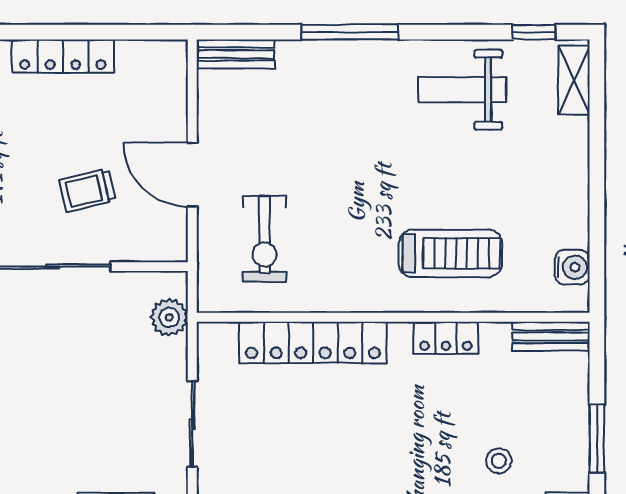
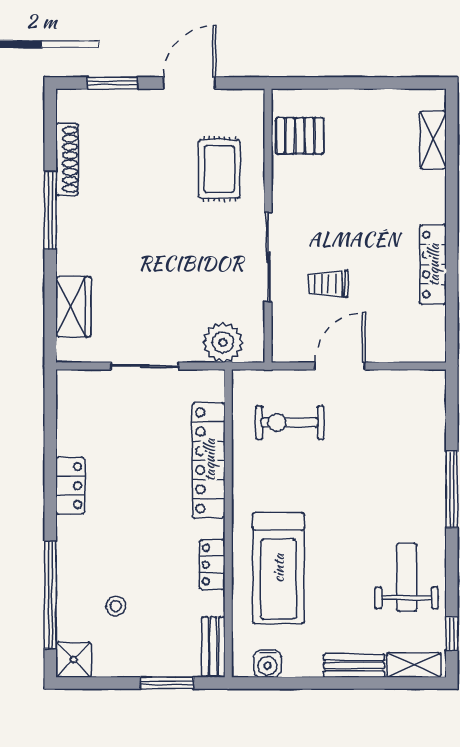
bench: (235, 54) -> (354, 666), moved, turned 90
trolley: (87, 190) -> (328, 284), turned -77
treadmill: (450, 253) -> (278, 568), width x1.37, depth x1.38
plant: (169, 317) -> (223, 343), width x1.36, depth x1.36
window: (597, 439) -> (167, 683), moved

